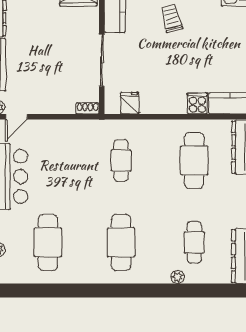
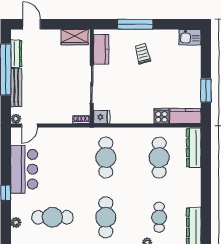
fridge: (130, 103) -> (102, 117), moved, turned 90
cafe table: (121, 160) -> (106, 158), width x1.37, depth x1.35
cafe table: (48, 242) -> (52, 217), turned 90

